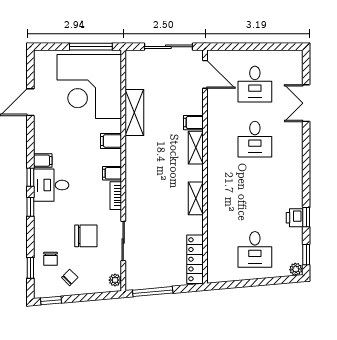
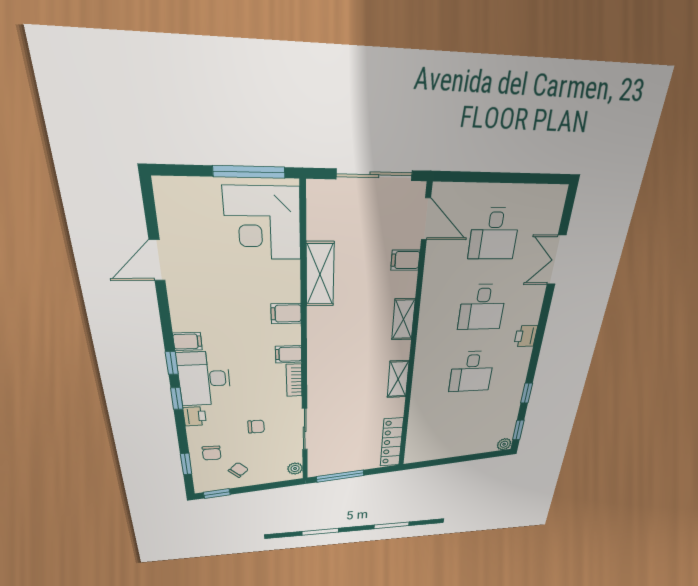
corner desk: (89, 87) -> (263, 223), width x0.74, depth x0.74
filing cabinet: (193, 123) -> (405, 260), moved
desk: (51, 185) -> (204, 379), width x1.37
printer: (295, 218) -> (526, 336), moved
printer: (41, 223) -> (195, 416), added
chair: (86, 236) -> (256, 427), width x0.54, depth x0.54
desk: (255, 249) -> (472, 372), moved

